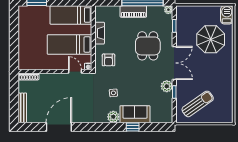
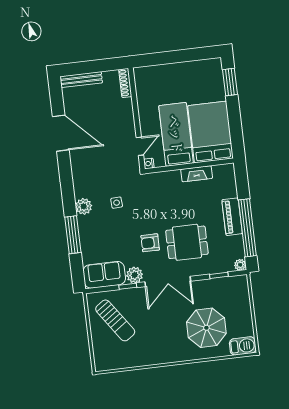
bed: (71, 15) -> (211, 132), width x1.50
armchair: (109, 60) -> (150, 243), moved
sofa: (135, 114) -> (104, 275), moved, turned -90
window: (133, 127) -> (73, 235), width x2.17

